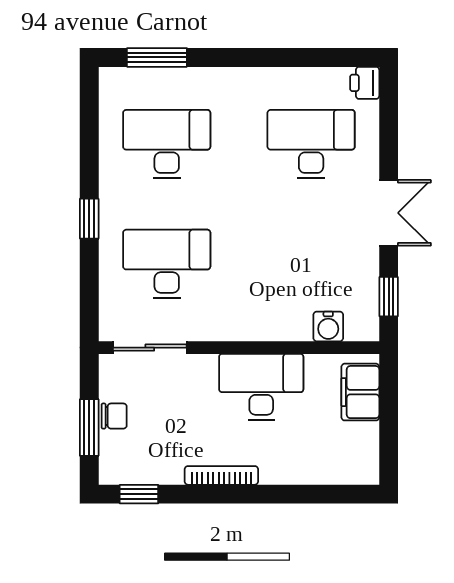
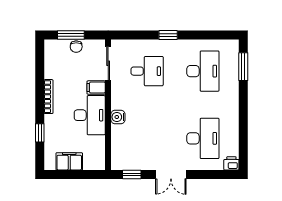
desk: (167, 264) -> (147, 71), width x0.73
water cooler: (328, 326) -> (118, 117), moved
filing cabinet: (202, 373) -> (96, 88), added
filing cabinet: (360, 392) -> (69, 161), moved
window: (139, 494) -> (40, 133), moved

